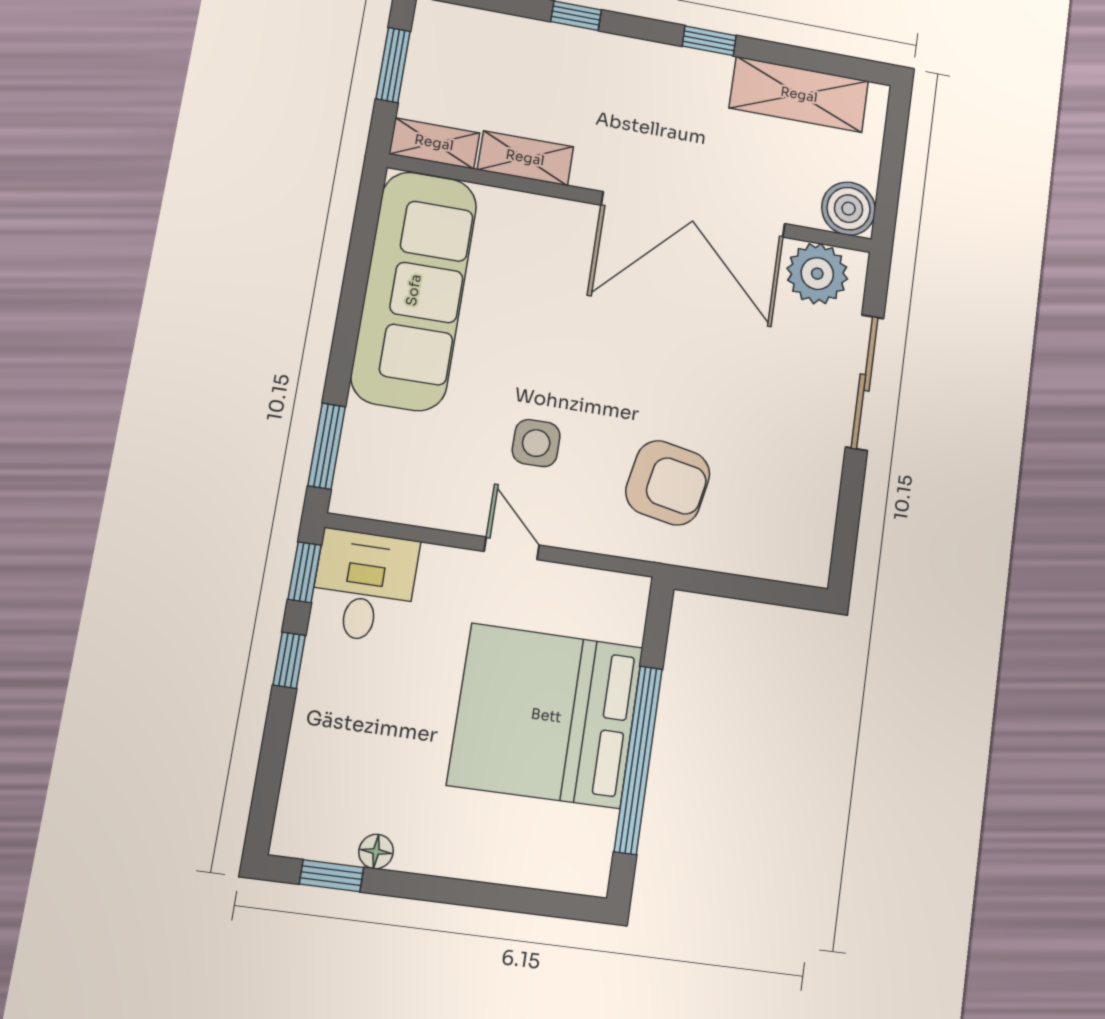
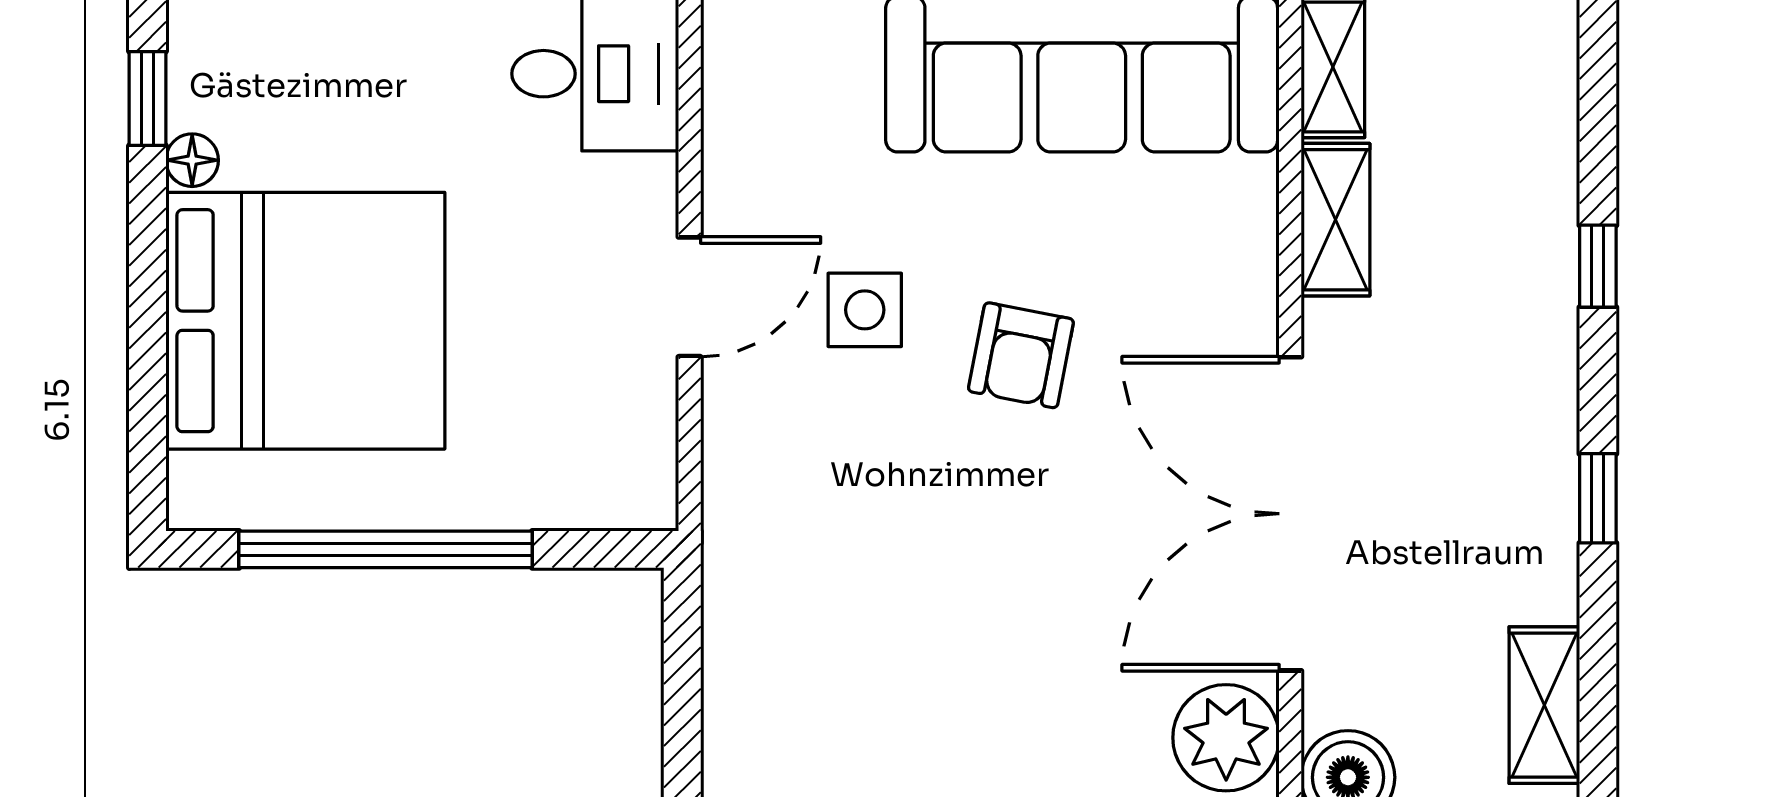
shelving: (799, 95) -> (1544, 705), width x0.67, depth x0.75
armchair: (668, 483) -> (1021, 355), moved, width x0.72, depth x0.72
door: (512, 548) -> (690, 297), width x1.38
bed: (546, 716) -> (305, 321), moved, turned 90

